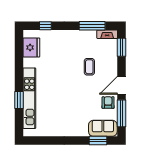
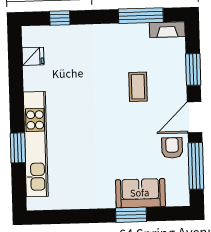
fridge: (31, 47) -> (33, 56), width x0.53, depth x0.75
window: (121, 47) -> (193, 69), moved
sofa: (103, 128) -> (140, 193), moved
window: (98, 141) -> (131, 215), moved

